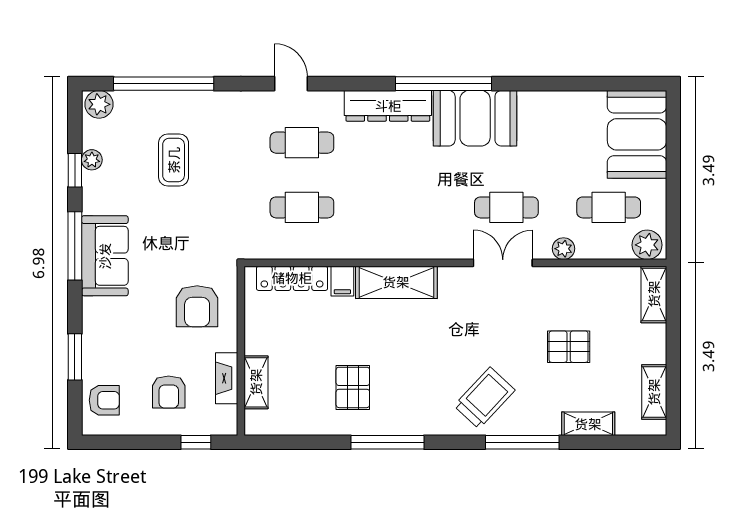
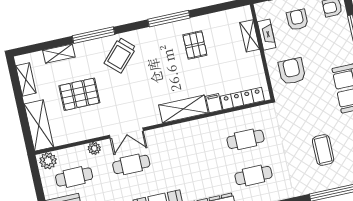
shelving: (654, 294) -> (39, 125), width x1.50, depth x1.33
pallet: (569, 347) -> (79, 94), width x1.50, depth x1.42

